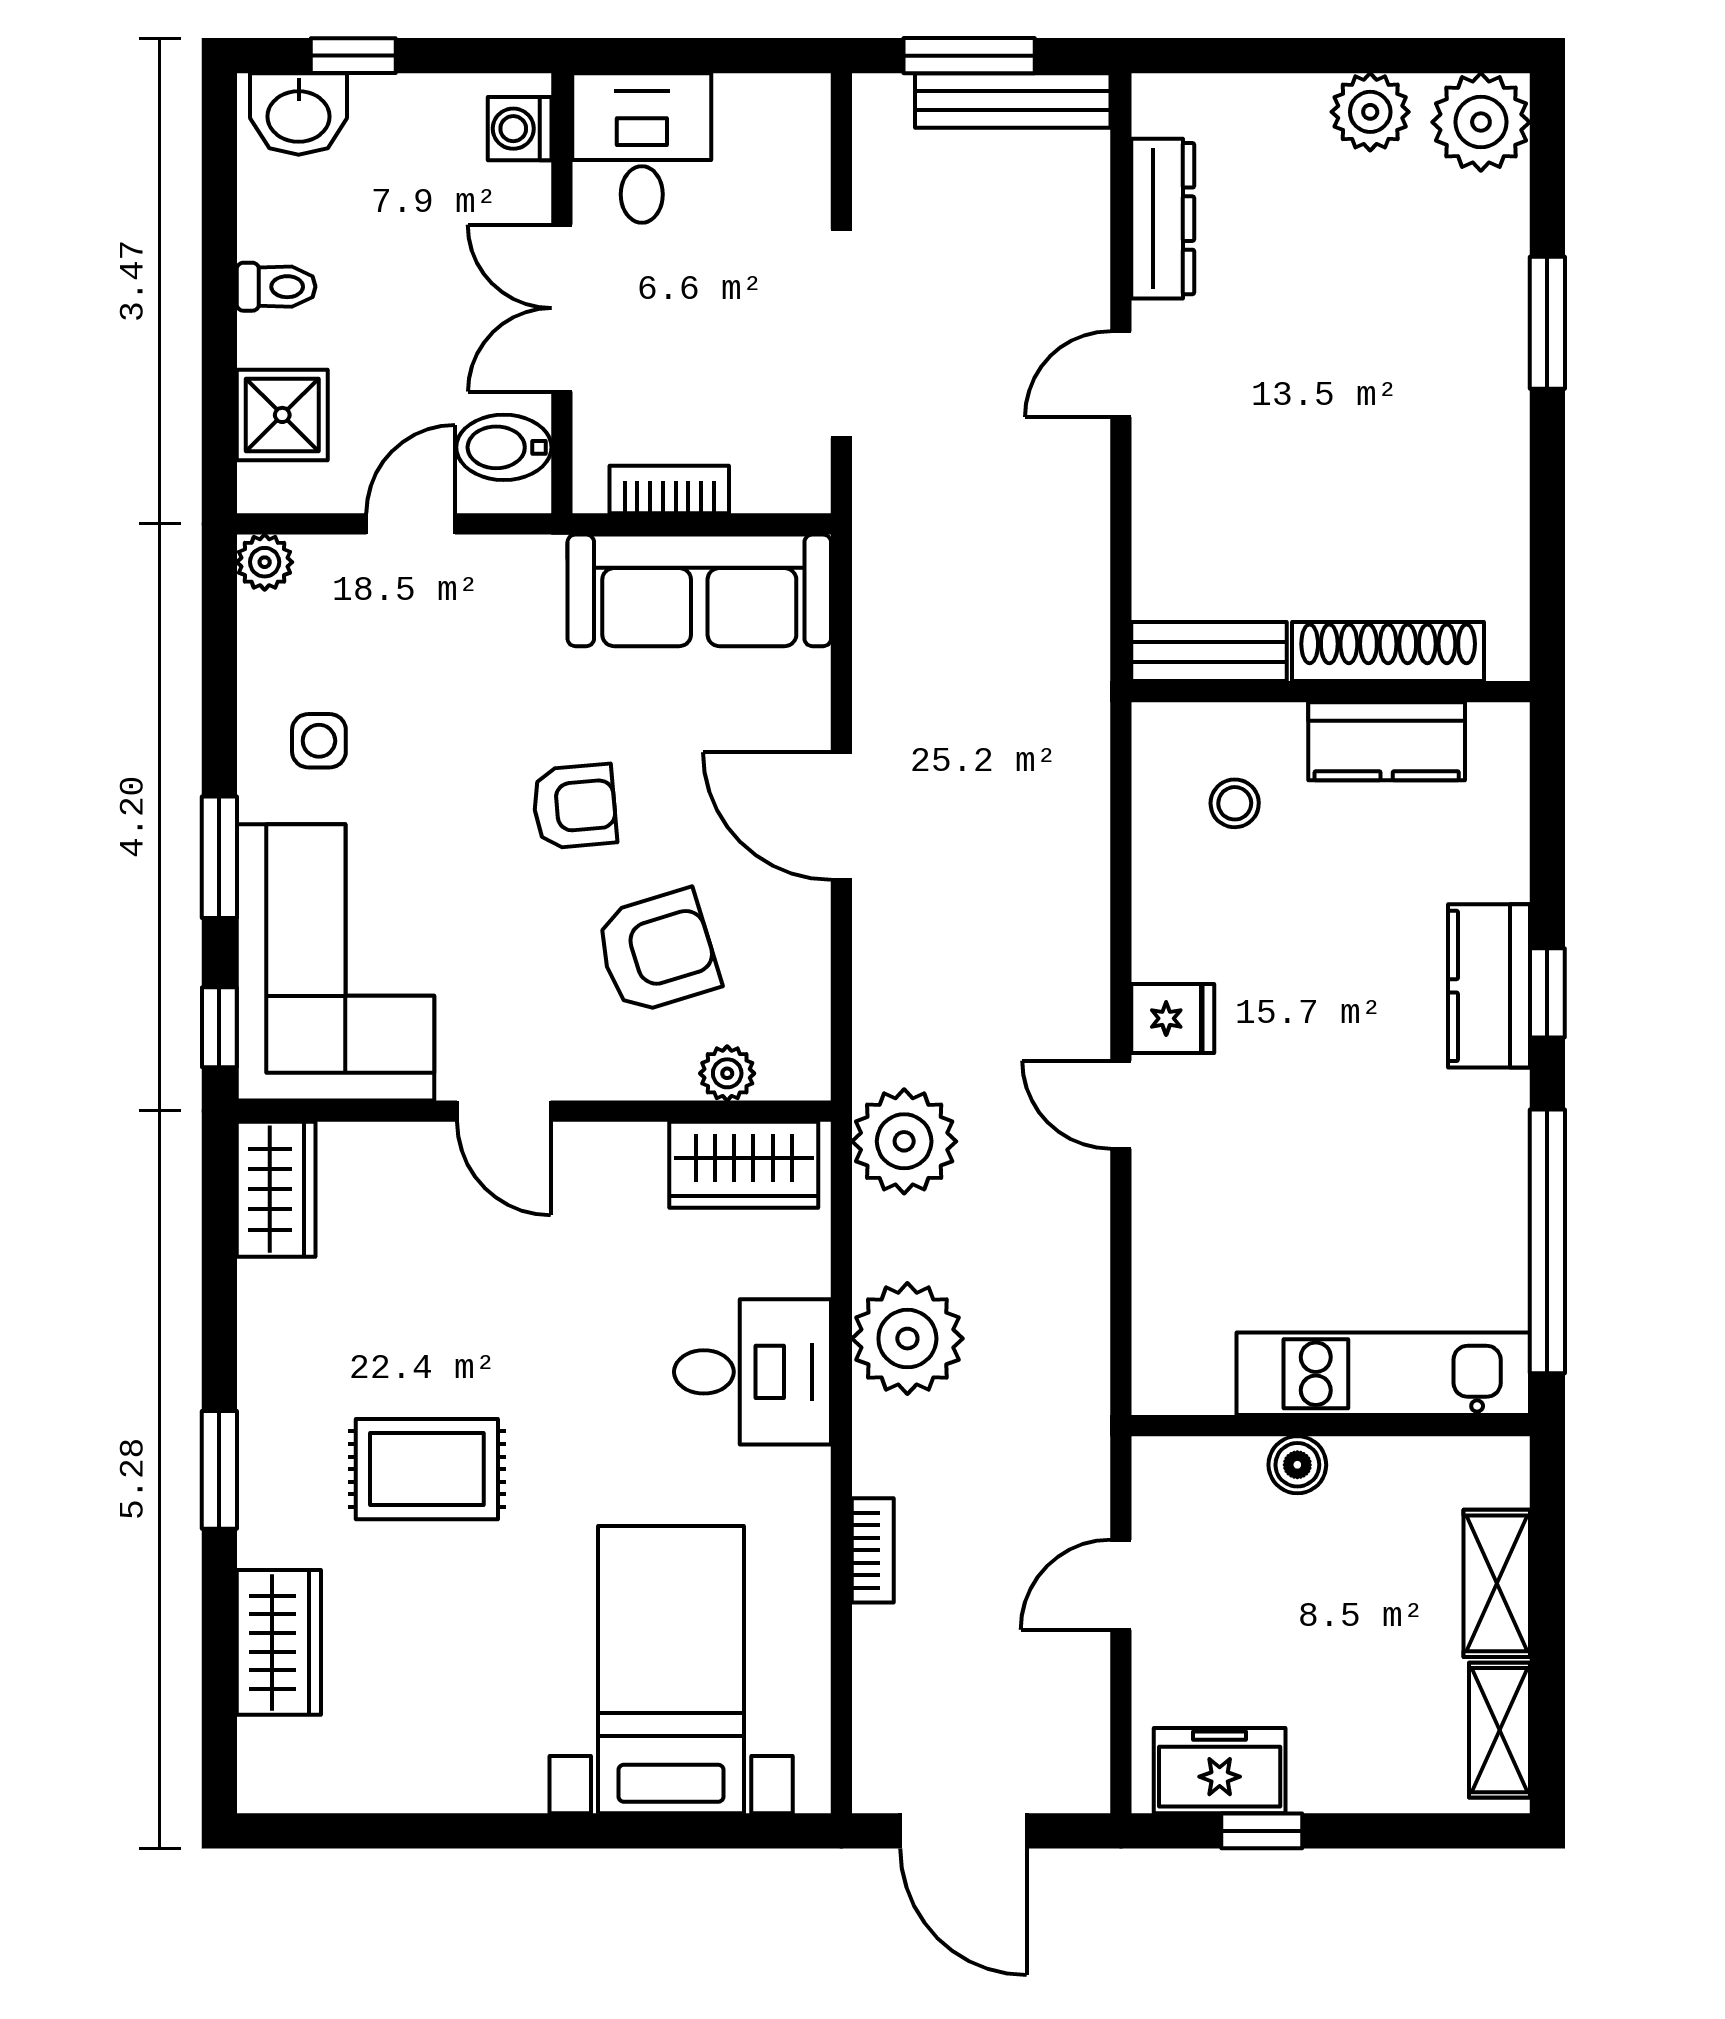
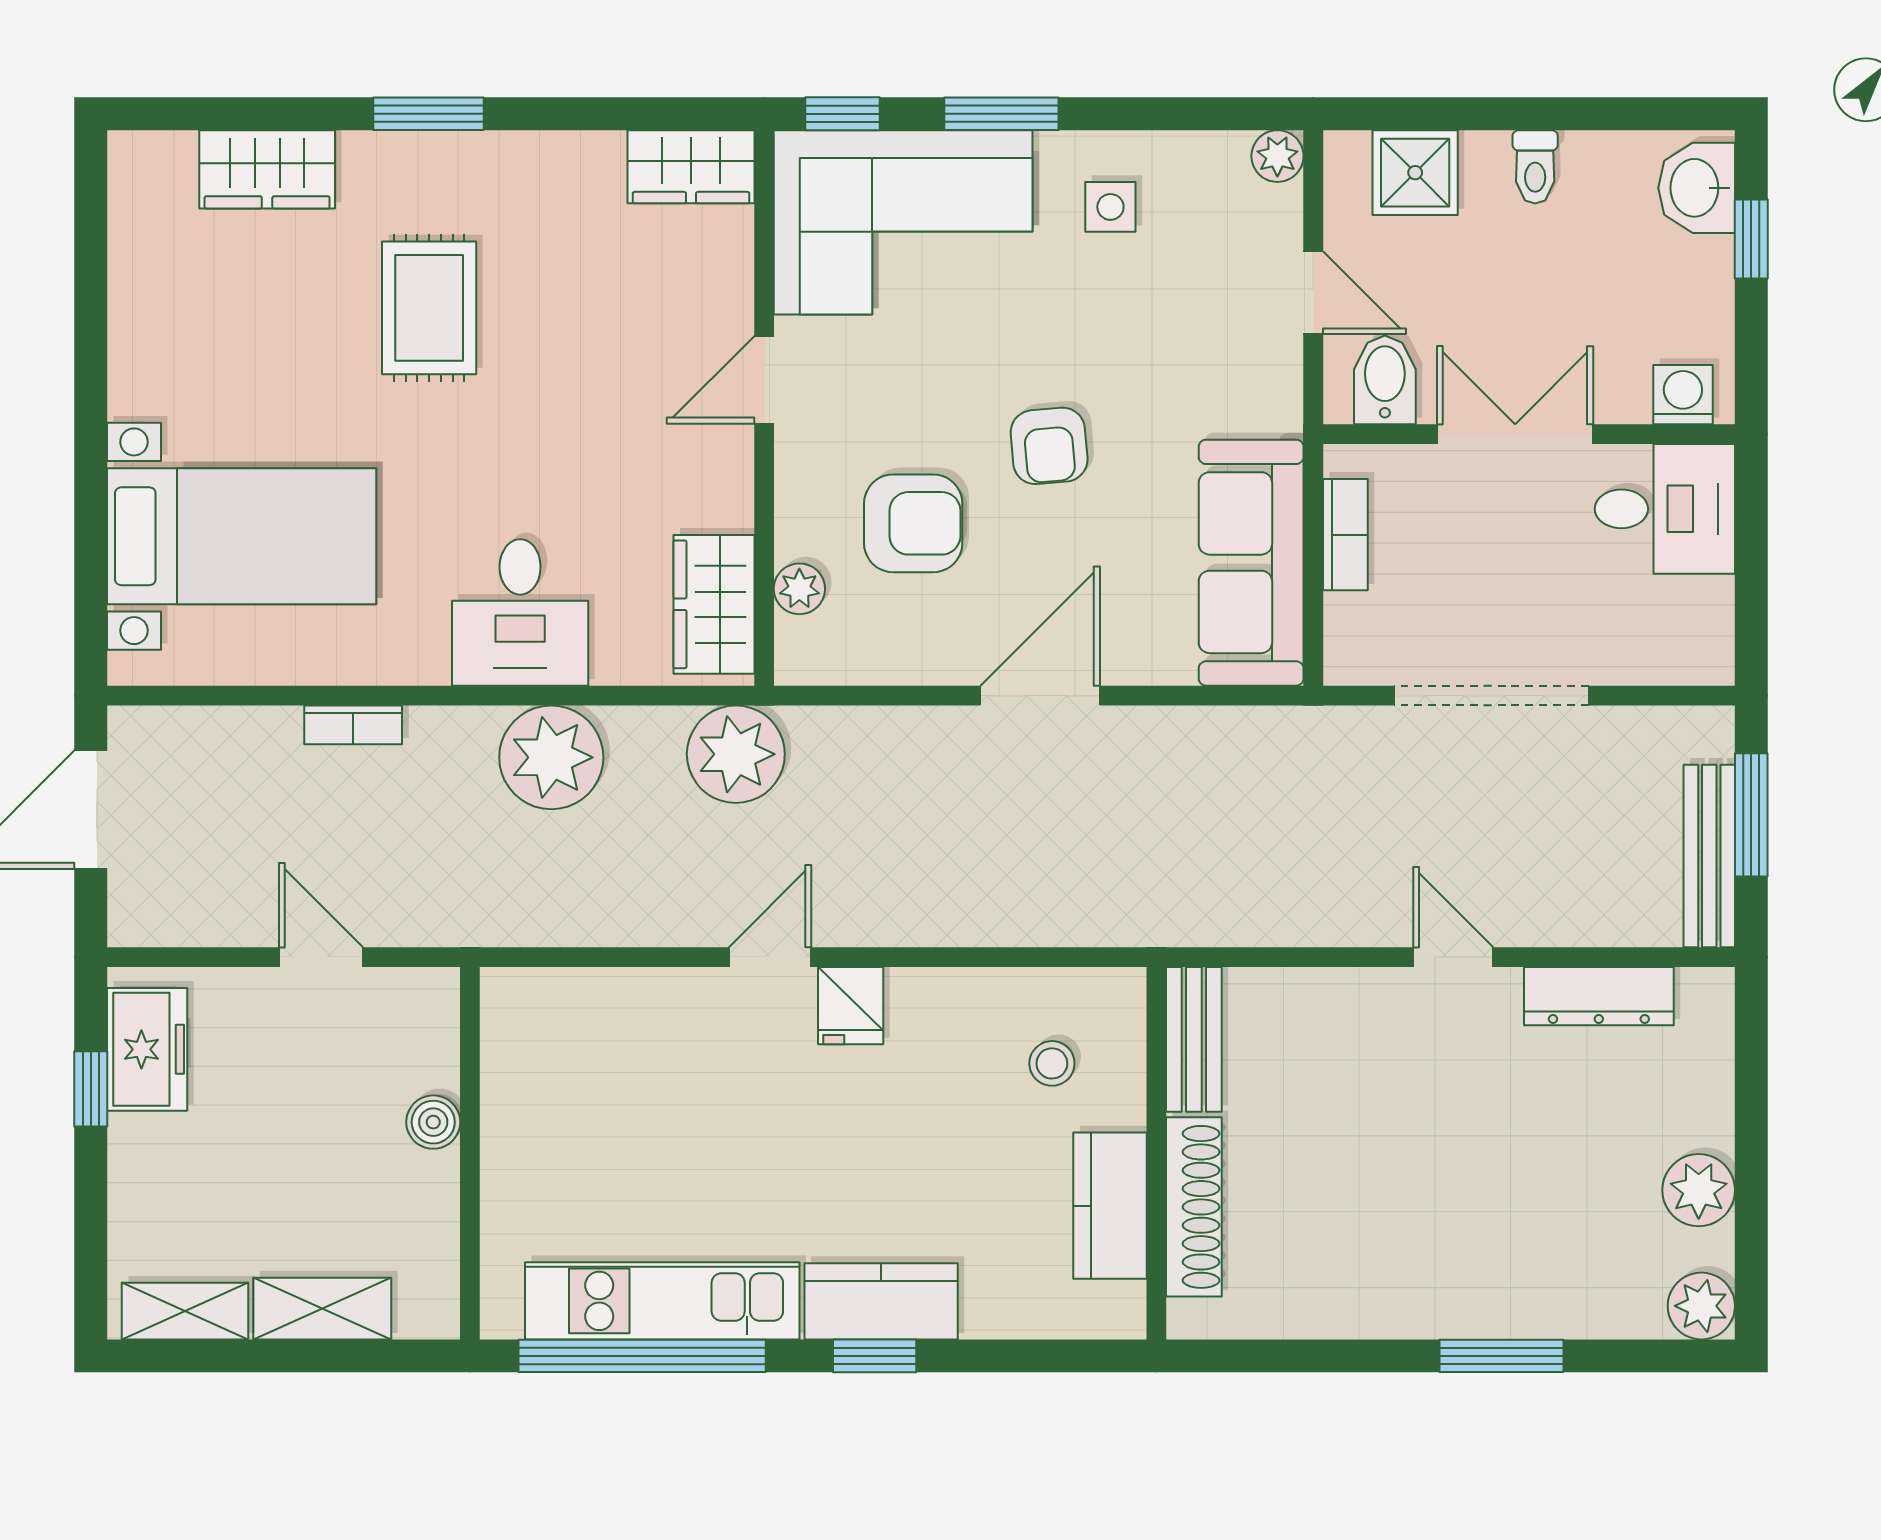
plant: (1481, 122) -> (1701, 1306), width x0.73, depth x0.73
armchair: (657, 952) -> (913, 523), turned -73
kitchen unit: (1383, 1374) -> (662, 1301), moved, turned -90

